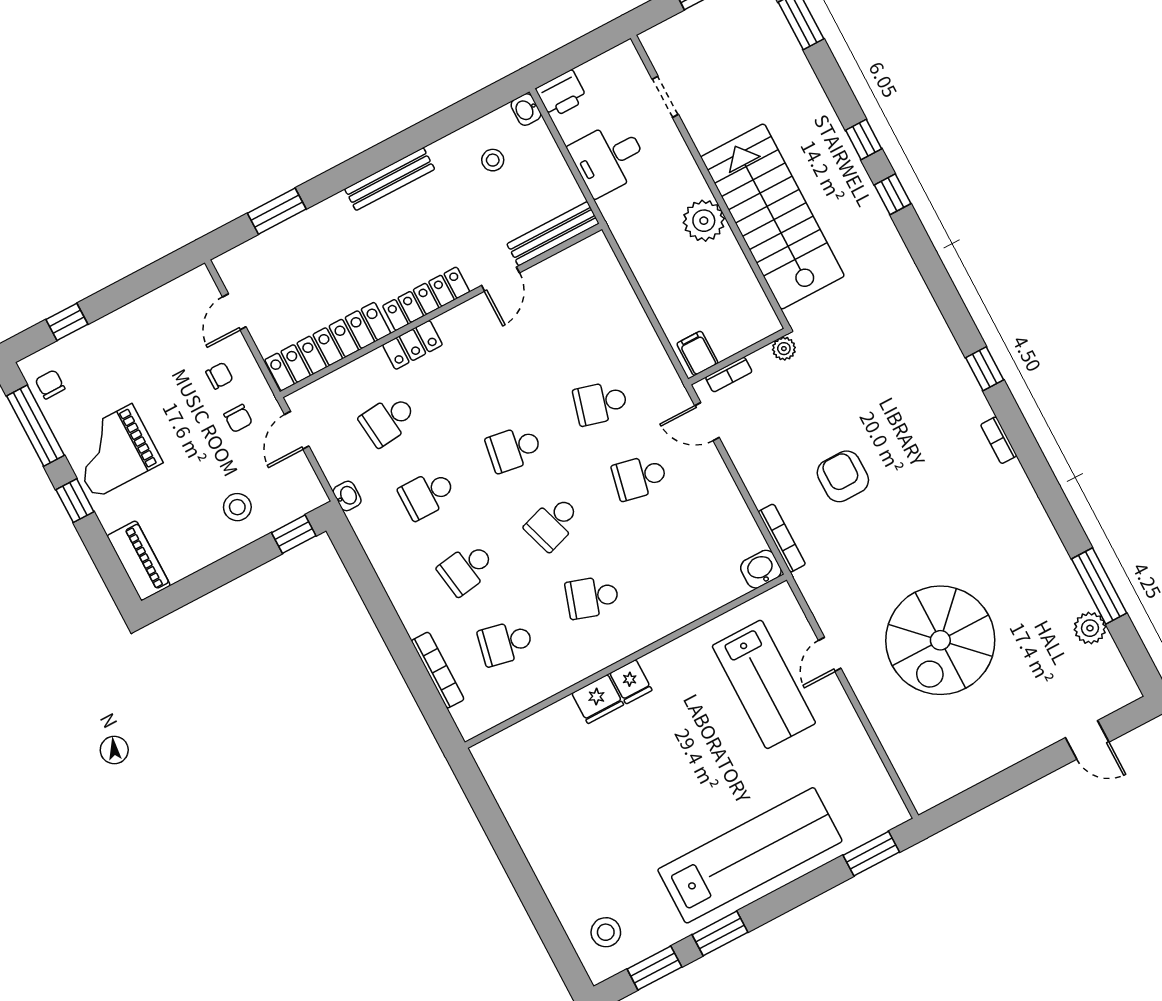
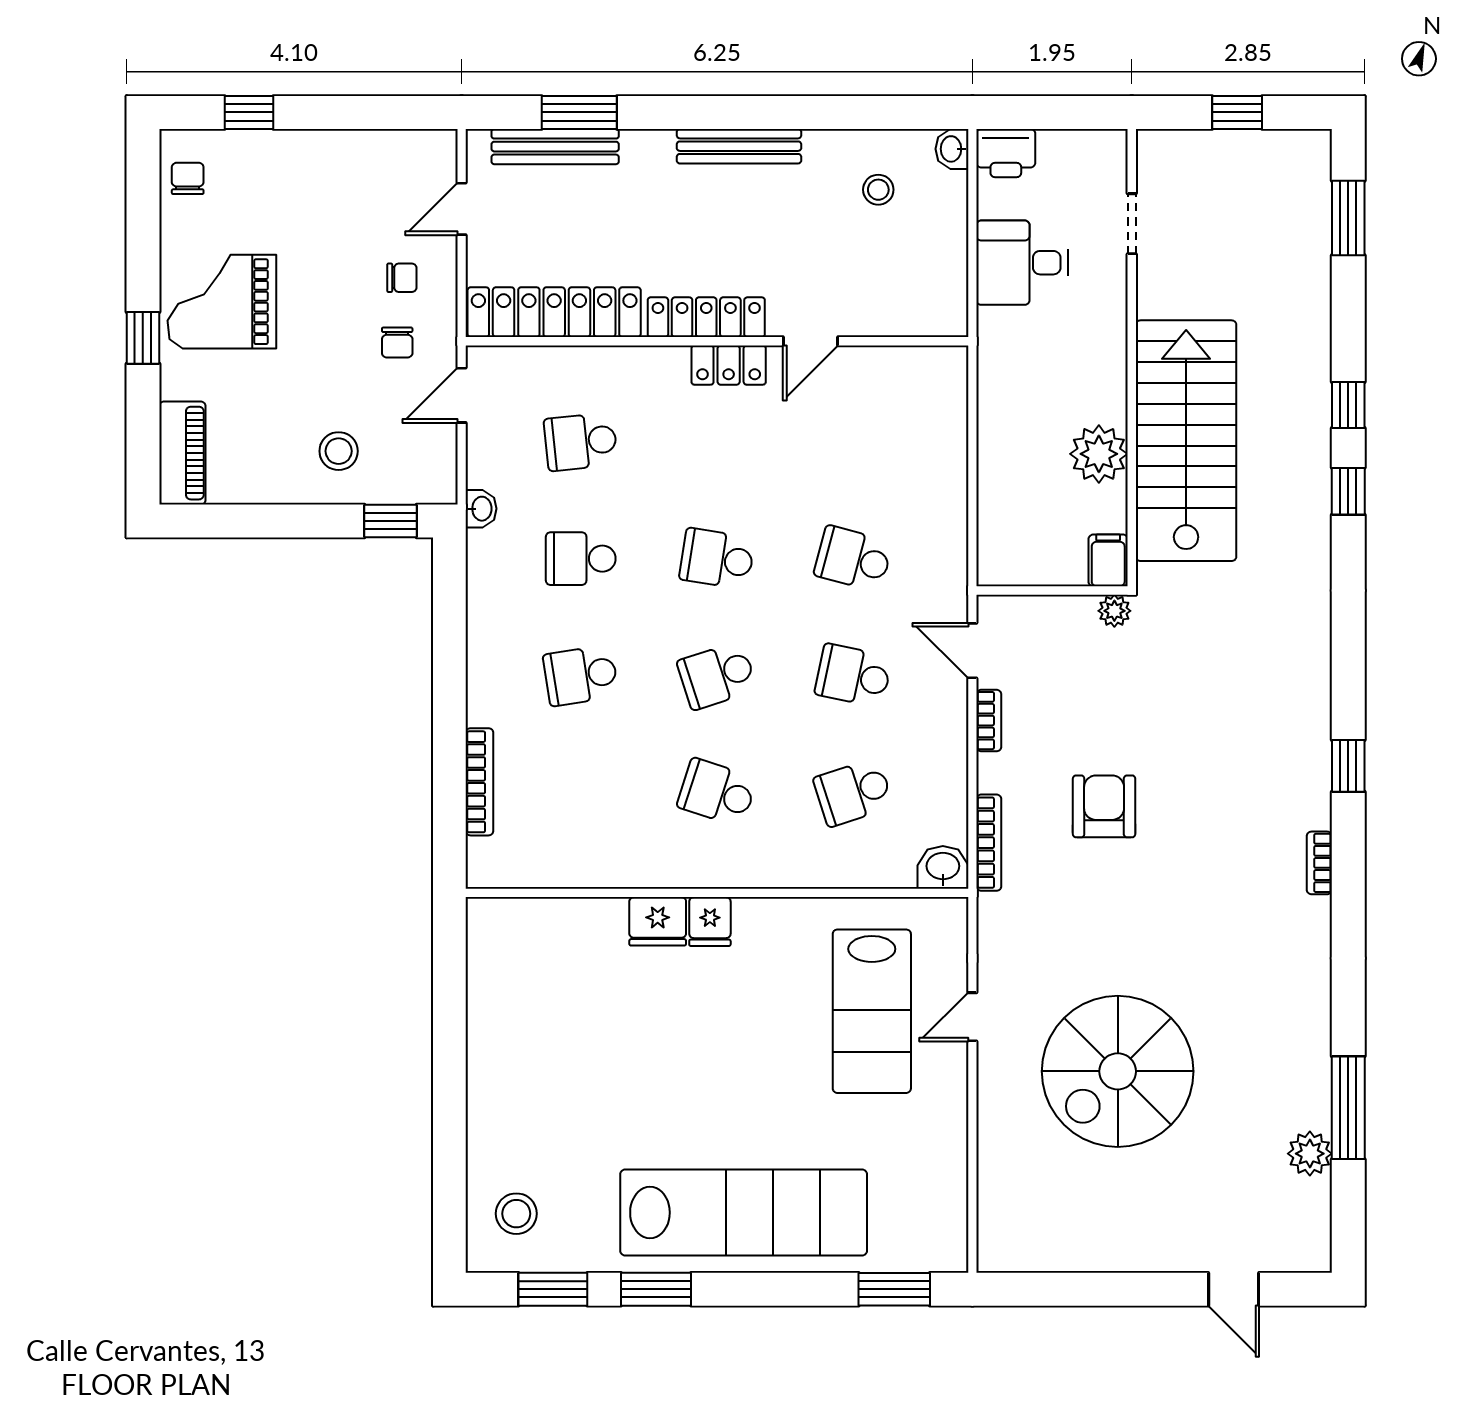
plant: (704, 221) -> (1099, 454), moved
bench: (553, 234) -> (555, 147), moved
locker: (413, 345) -> (729, 365), moved
filing cabinet: (697, 353) -> (1108, 560), moved
bookcase: (729, 375) -> (989, 721), moved, turned -90
window: (35, 426) -> (143, 220), removed
school desk: (506, 643) -> (853, 792), moved, turned -30

